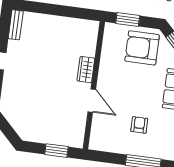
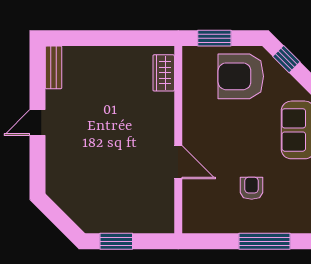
wardrobe: (86, 70) -> (164, 73), moved
window: (56, 151) -> (116, 241), moved

